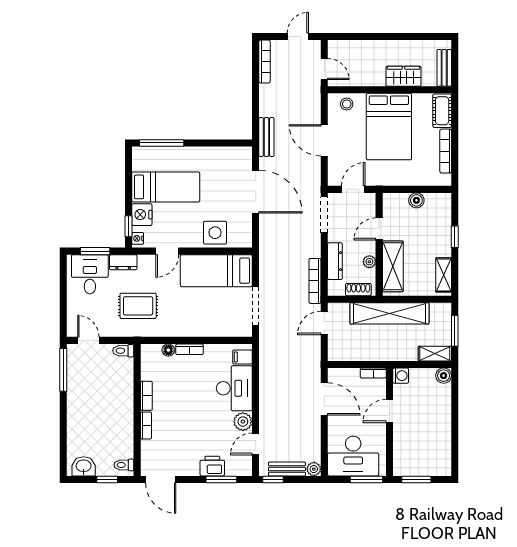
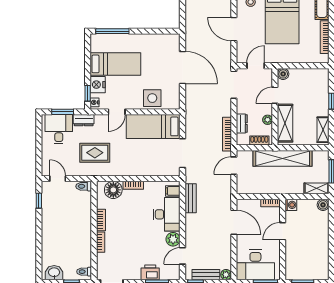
bench: (266, 137) -> (191, 198), moved
boiler: (416, 200) -> (283, 74), moved
dresser: (335, 261) -> (242, 124), width x0.70
floor lamp: (168, 350) -> (113, 190), width x1.89, depth x1.89
window: (63, 370) -> (39, 201), width x0.46

